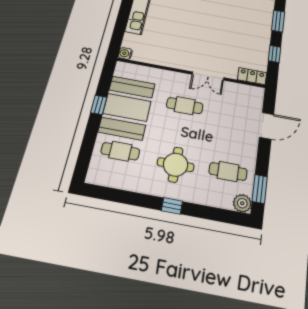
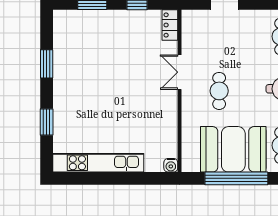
double door: (208, 76) -> (180, 72), swing flipped
window: (99, 105) -> (236, 178), width x3.17

